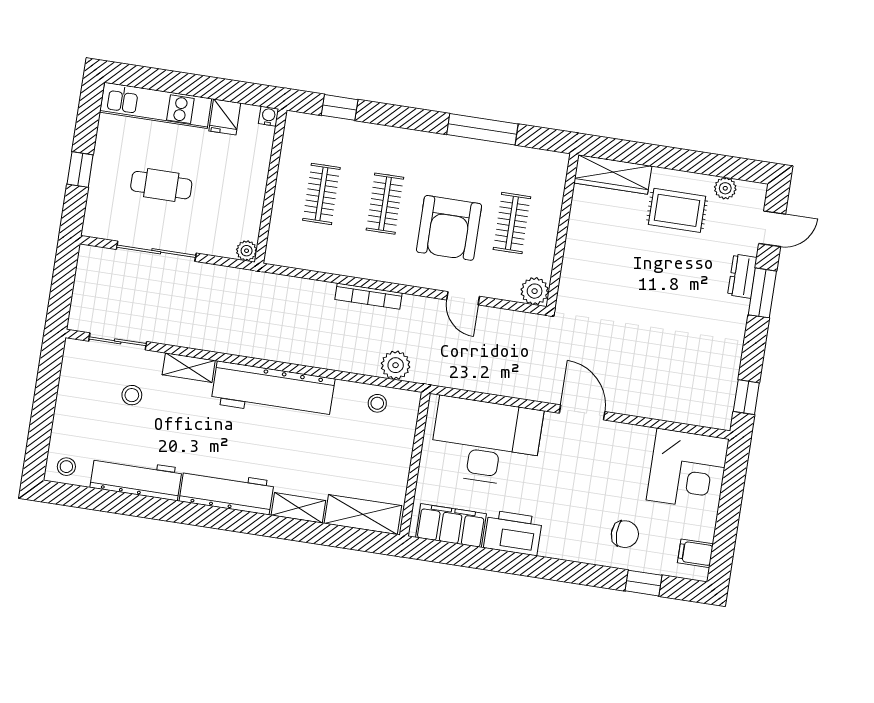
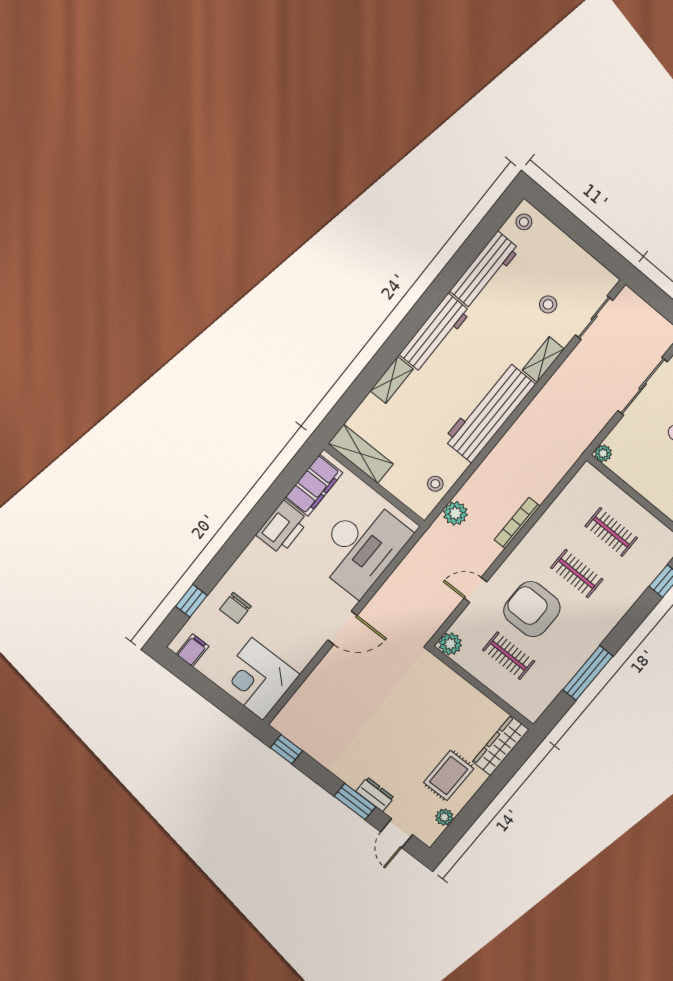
shelving: (363, 514) -> (361, 454), moved, turned 90

